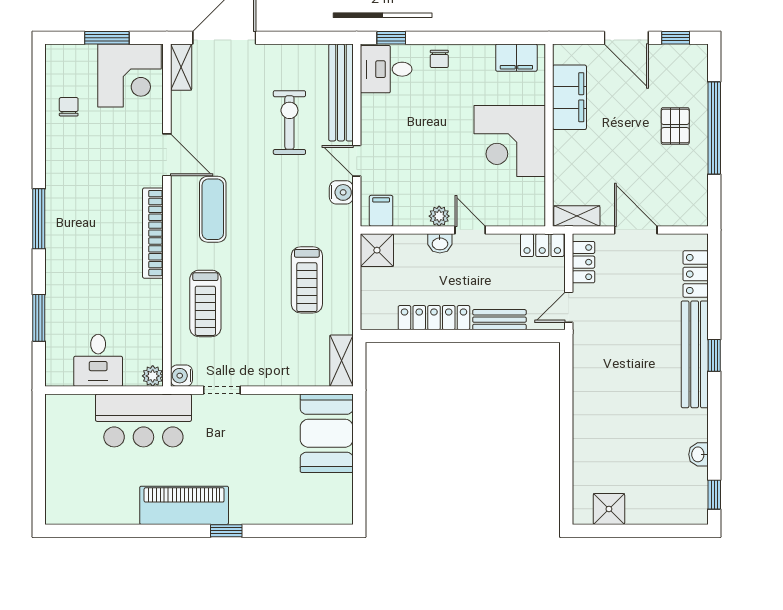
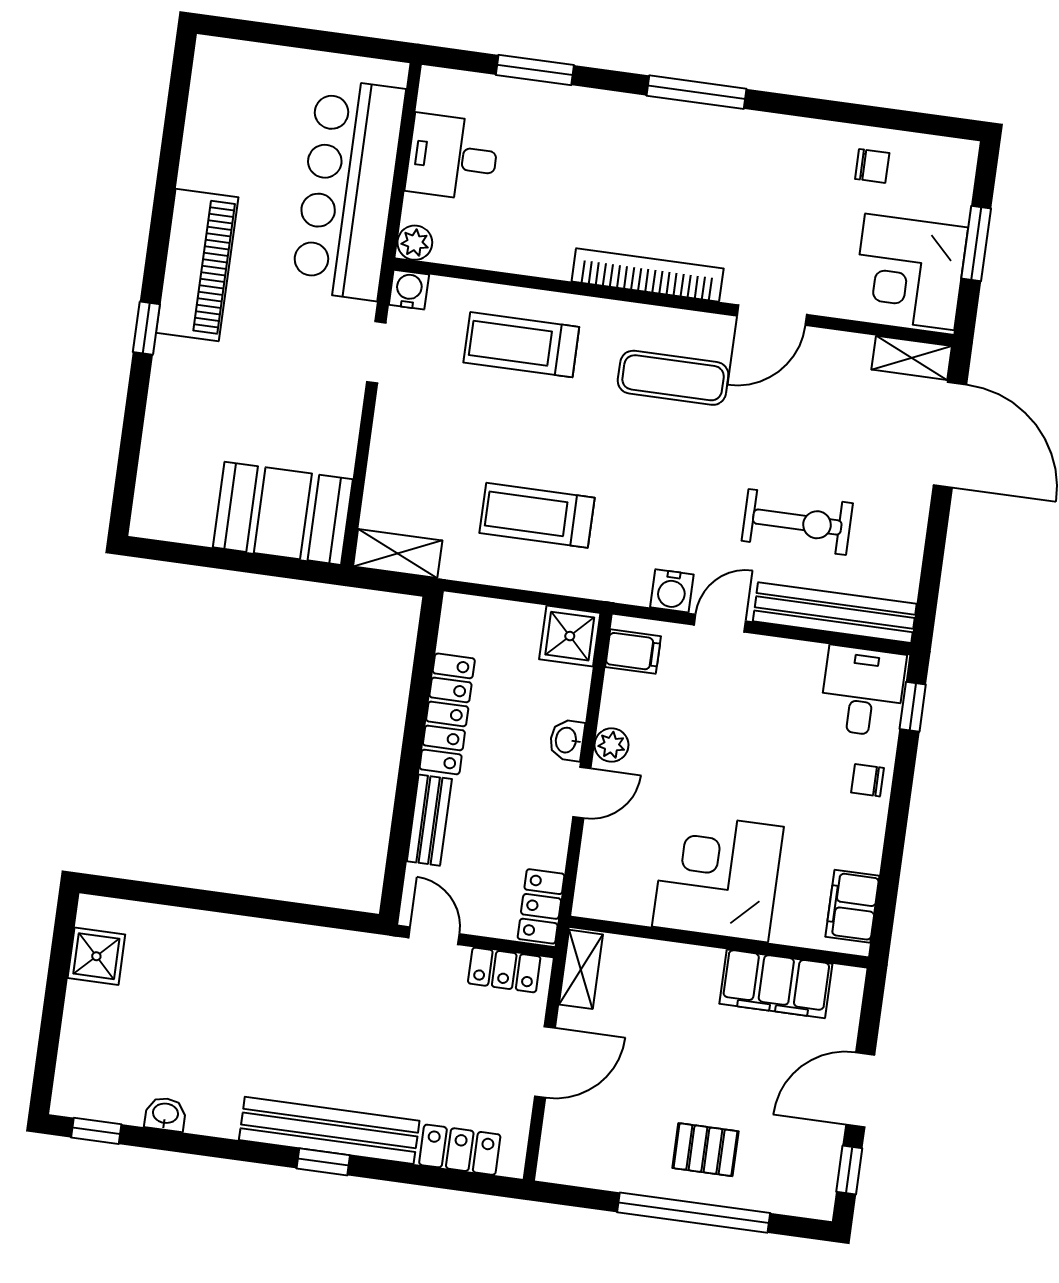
bar counter: (143, 420) -> (348, 189), width x1.36

